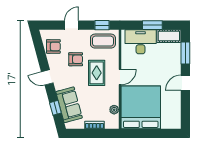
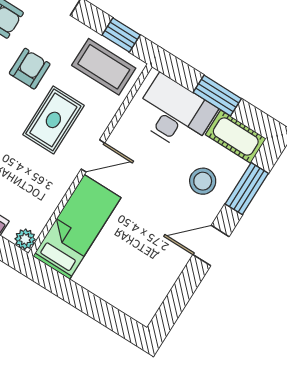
armchair: (76, 59) -> (30, 69), turned -90
stool: (167, 61) -> (203, 181), added
bed: (141, 107) -> (77, 227), width x0.49
plant: (114, 110) -> (25, 239), moved

